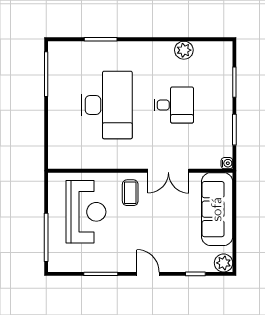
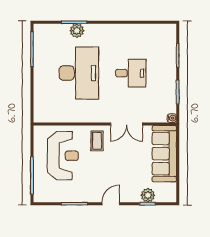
plant: (184, 50) -> (77, 31), moved
plant: (224, 263) -> (148, 195), moved
door: (148, 274) -> (111, 204), hinge flipped

